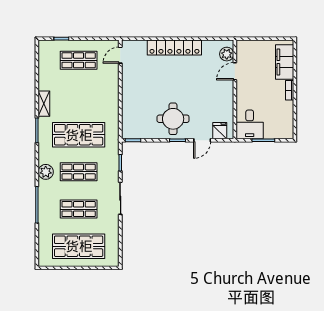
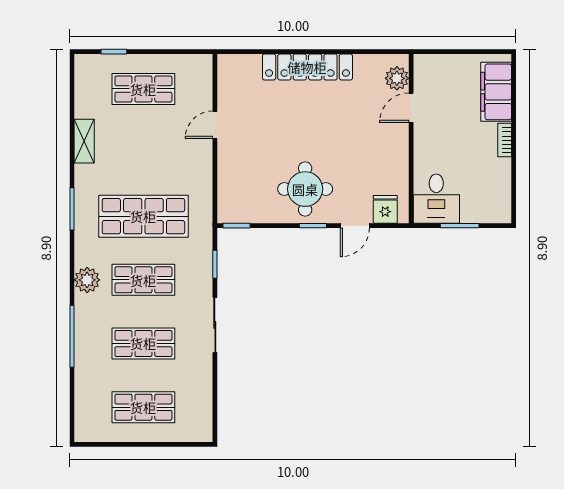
door: (120, 55) -> (215, 125), moved
shelving: (44, 104) -> (84, 141), moved
shop shelf: (79, 246) -> (143, 407), width x0.70, depth x0.74

